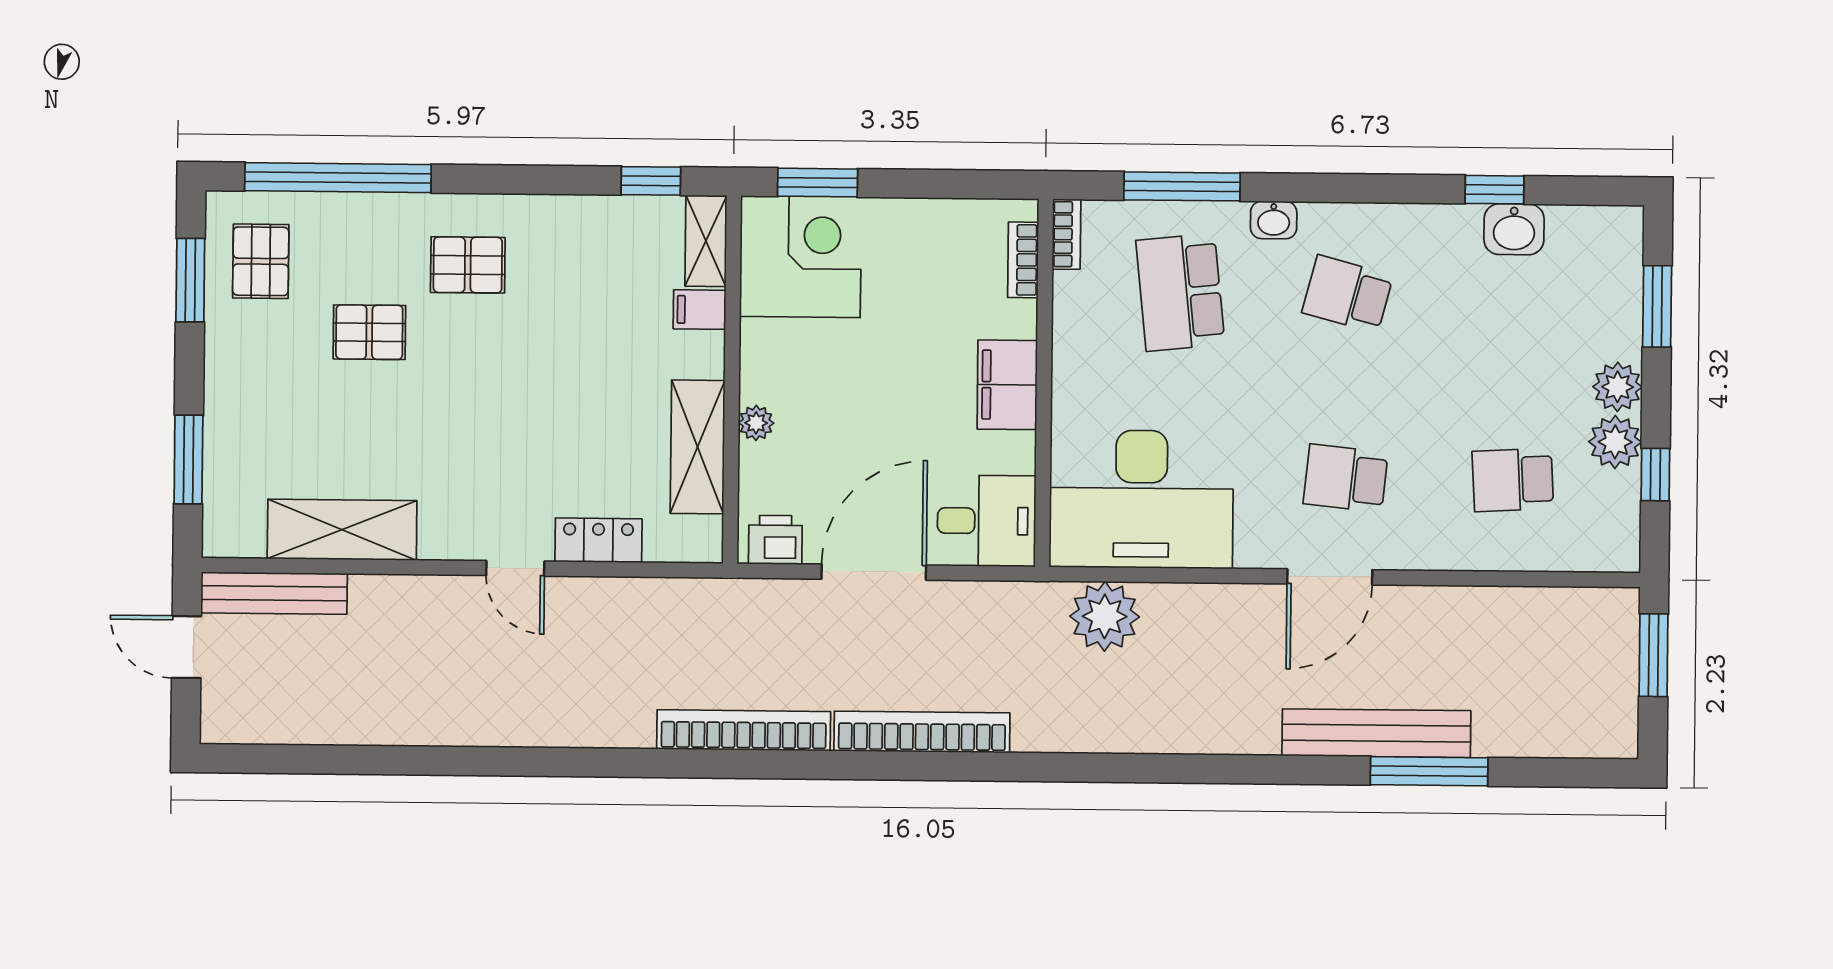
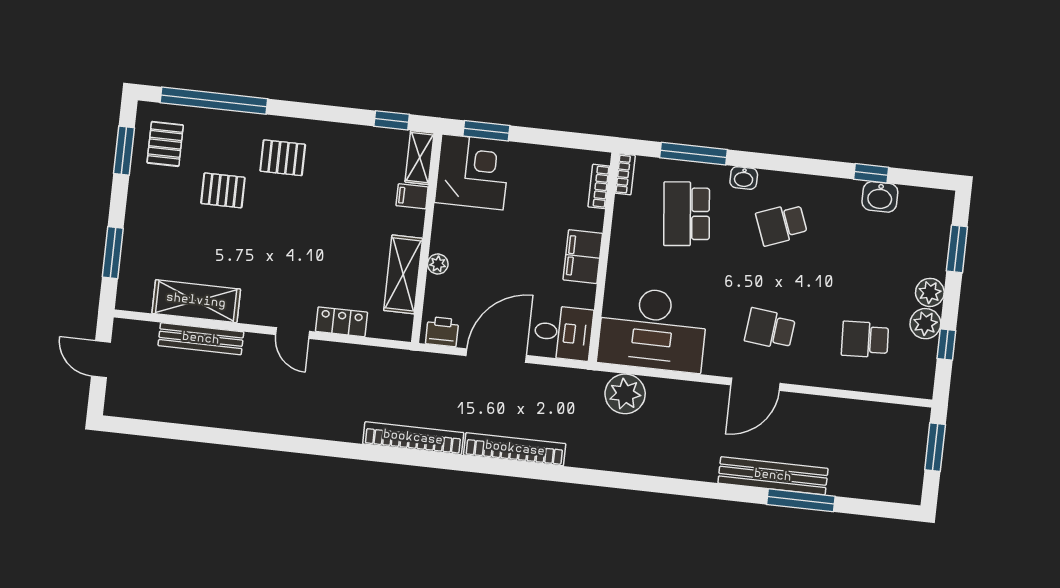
school desk: (1348, 294) -> (782, 224), turned -36
bench: (274, 593) -> (201, 339), moved

